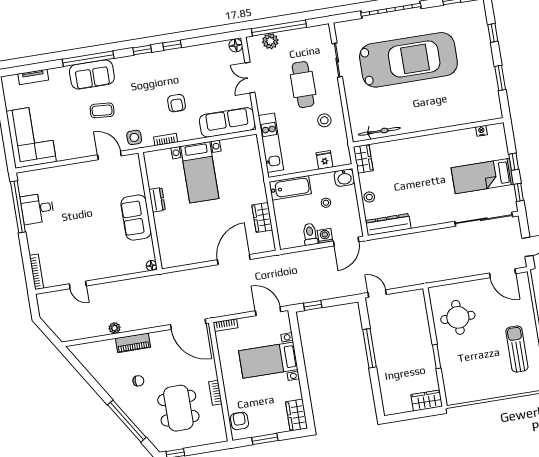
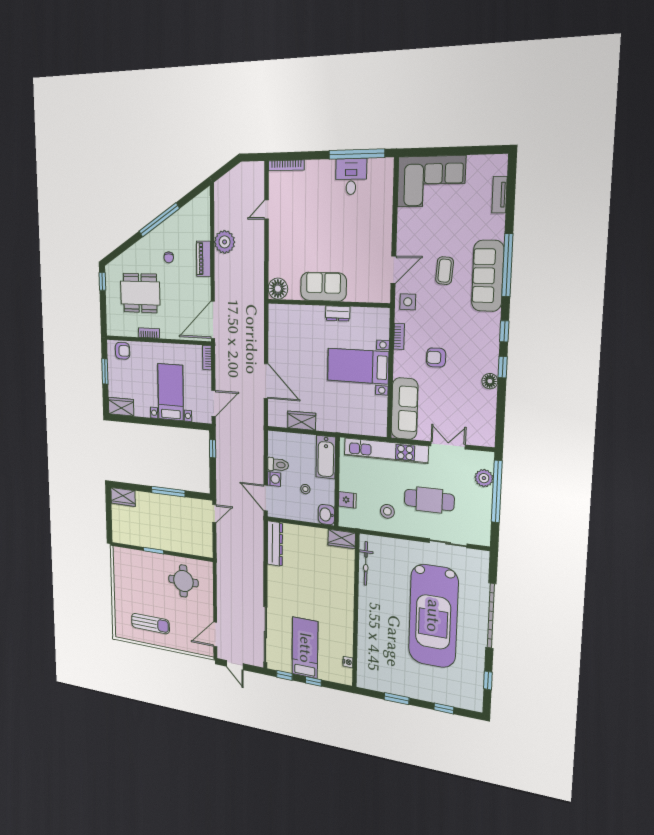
floor lamp: (236, 45) -> (490, 381), moved
sofa: (92, 74) -> (488, 276), width x1.36
kitchen unit: (271, 143) -> (386, 451), width x1.36
stool: (369, 197) -> (304, 533), removed
floor lamp: (152, 266) -> (278, 289), width x1.89, depth x1.89
plant: (115, 328) -> (225, 242), width x1.87, depth x1.87
wardrobe: (427, 401) -> (123, 497), moved, turned 90
window: (127, 421) -> (159, 220), moved

